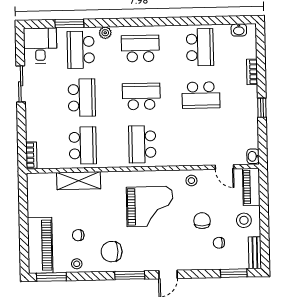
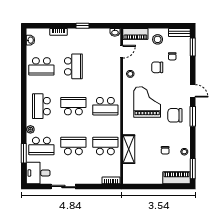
school desk: (200, 47) -> (41, 66), turned 180
school desk: (141, 96) -> (73, 106), turned 90
piano: (40, 245) -> (176, 178), width x0.73, depth x0.75
chair: (112, 252) -> (175, 115), moved, turned 90

